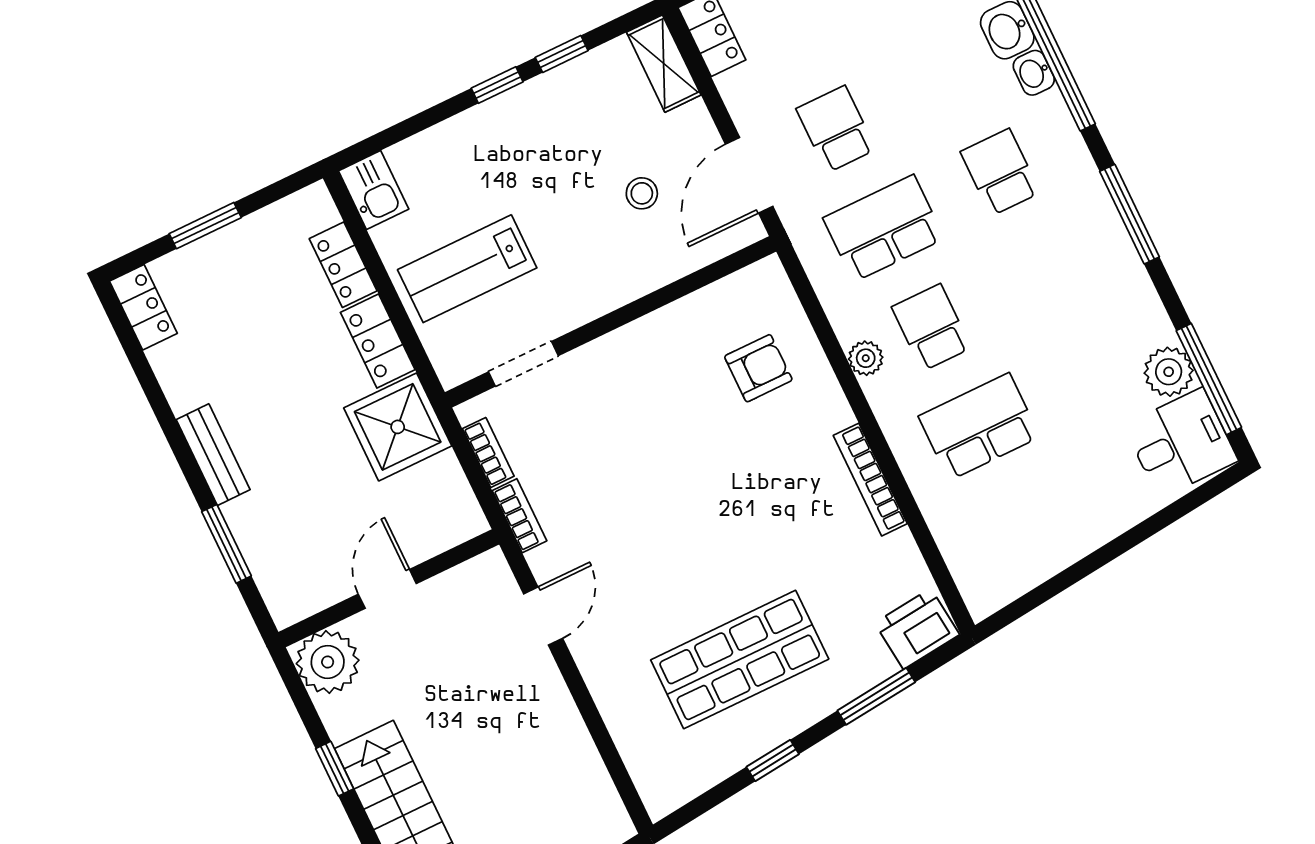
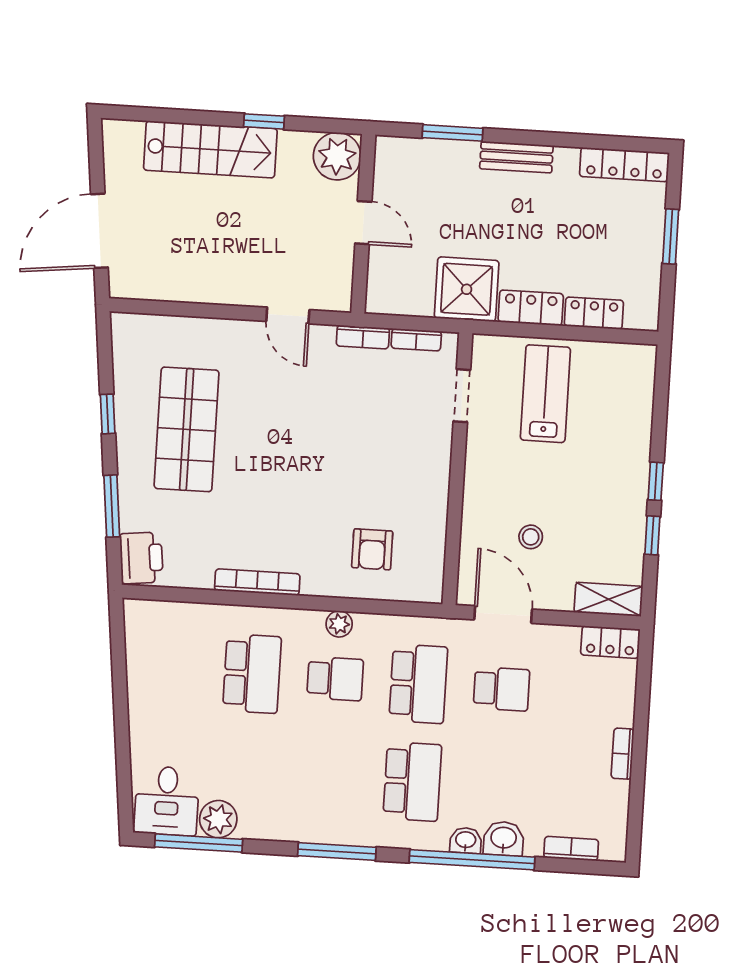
school desk: (1000, 172) -> (412, 782), width x1.85
kitchen sink: (374, 190) -> (632, 361), removed
locker: (143, 307) -> (624, 165), width x1.53

